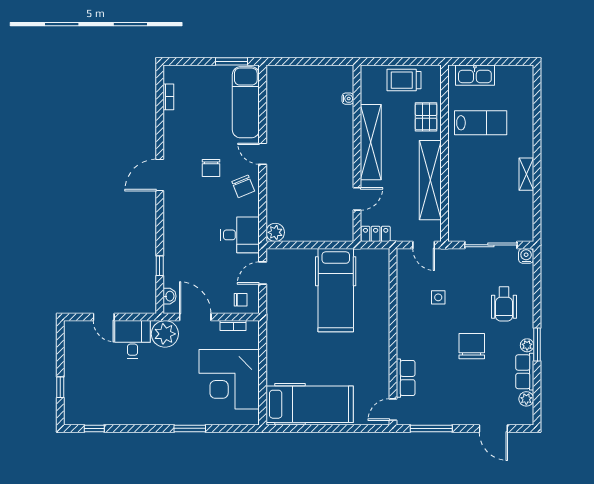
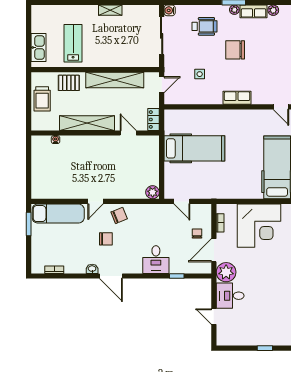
desk: (240, 235) -> (156, 260), moved, turned 180
washbasin: (170, 296) -> (92, 269), moved
chair: (241, 300) -> (197, 233), moved
door: (104, 317) -> (214, 317), swing flipped
row of seats: (406, 378) -> (237, 98), moved

